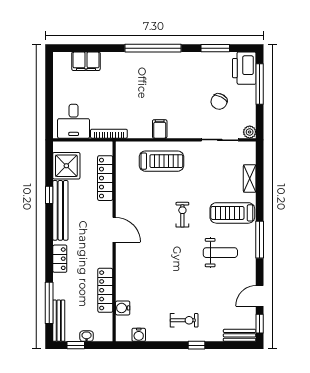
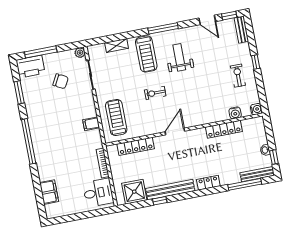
locker: (105, 178) -> (136, 146), moved
door: (114, 230) -> (175, 131), moved
wall: (114, 241) -> (184, 130), moved
locker: (105, 290) -> (224, 129), moved
water cooler: (123, 308) -> (235, 113), moved

